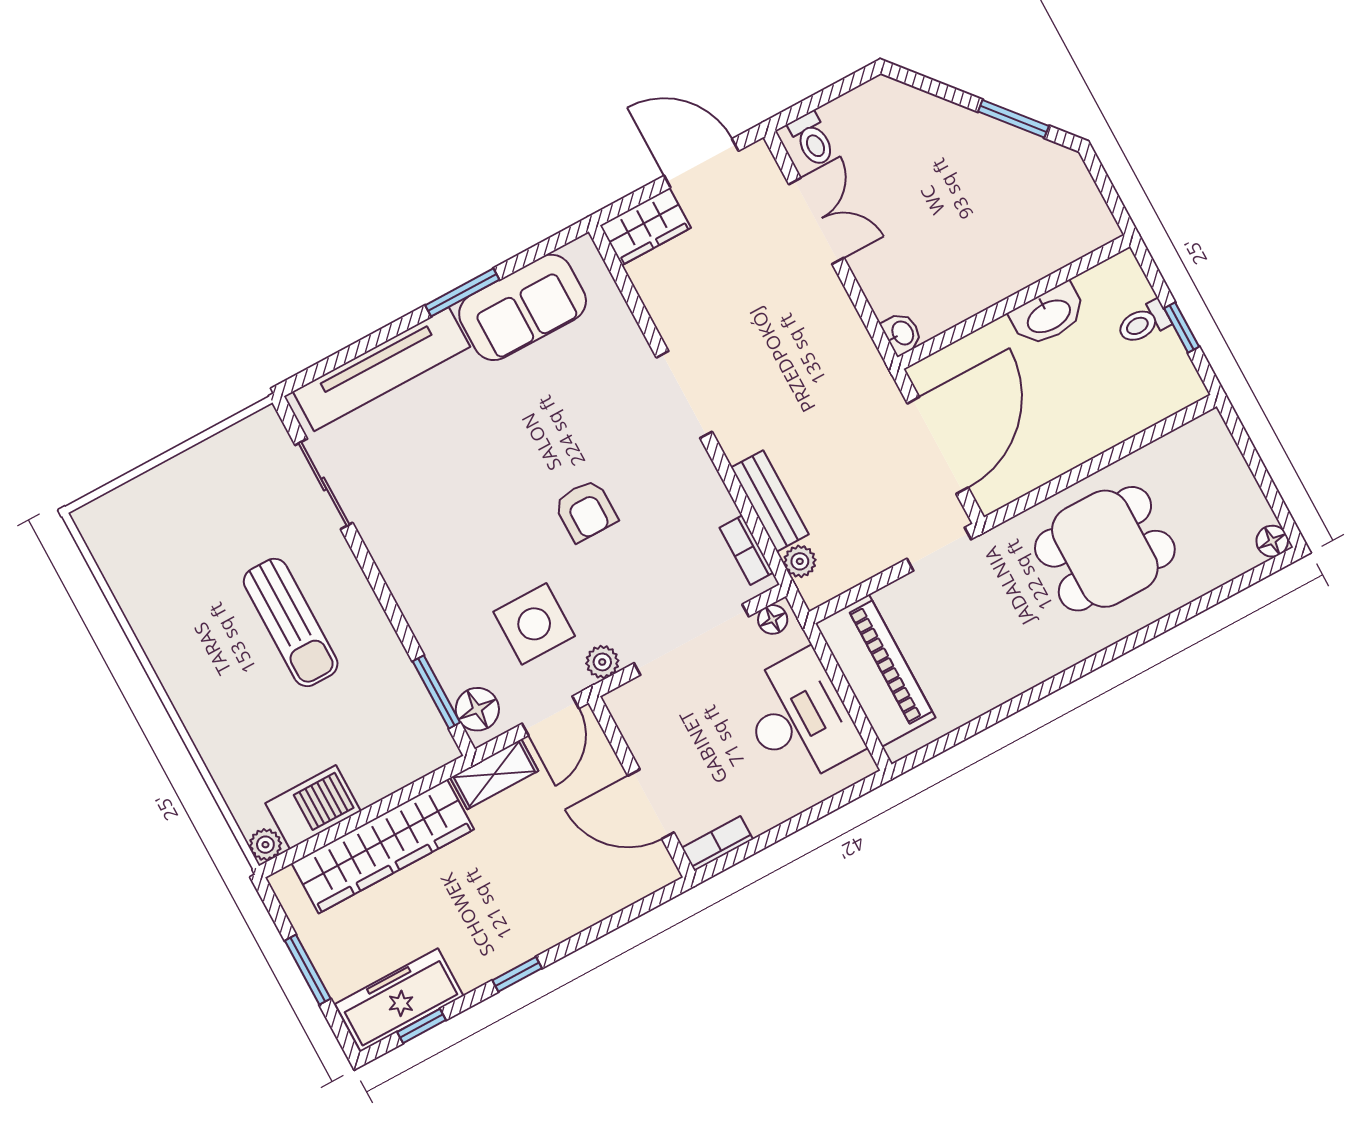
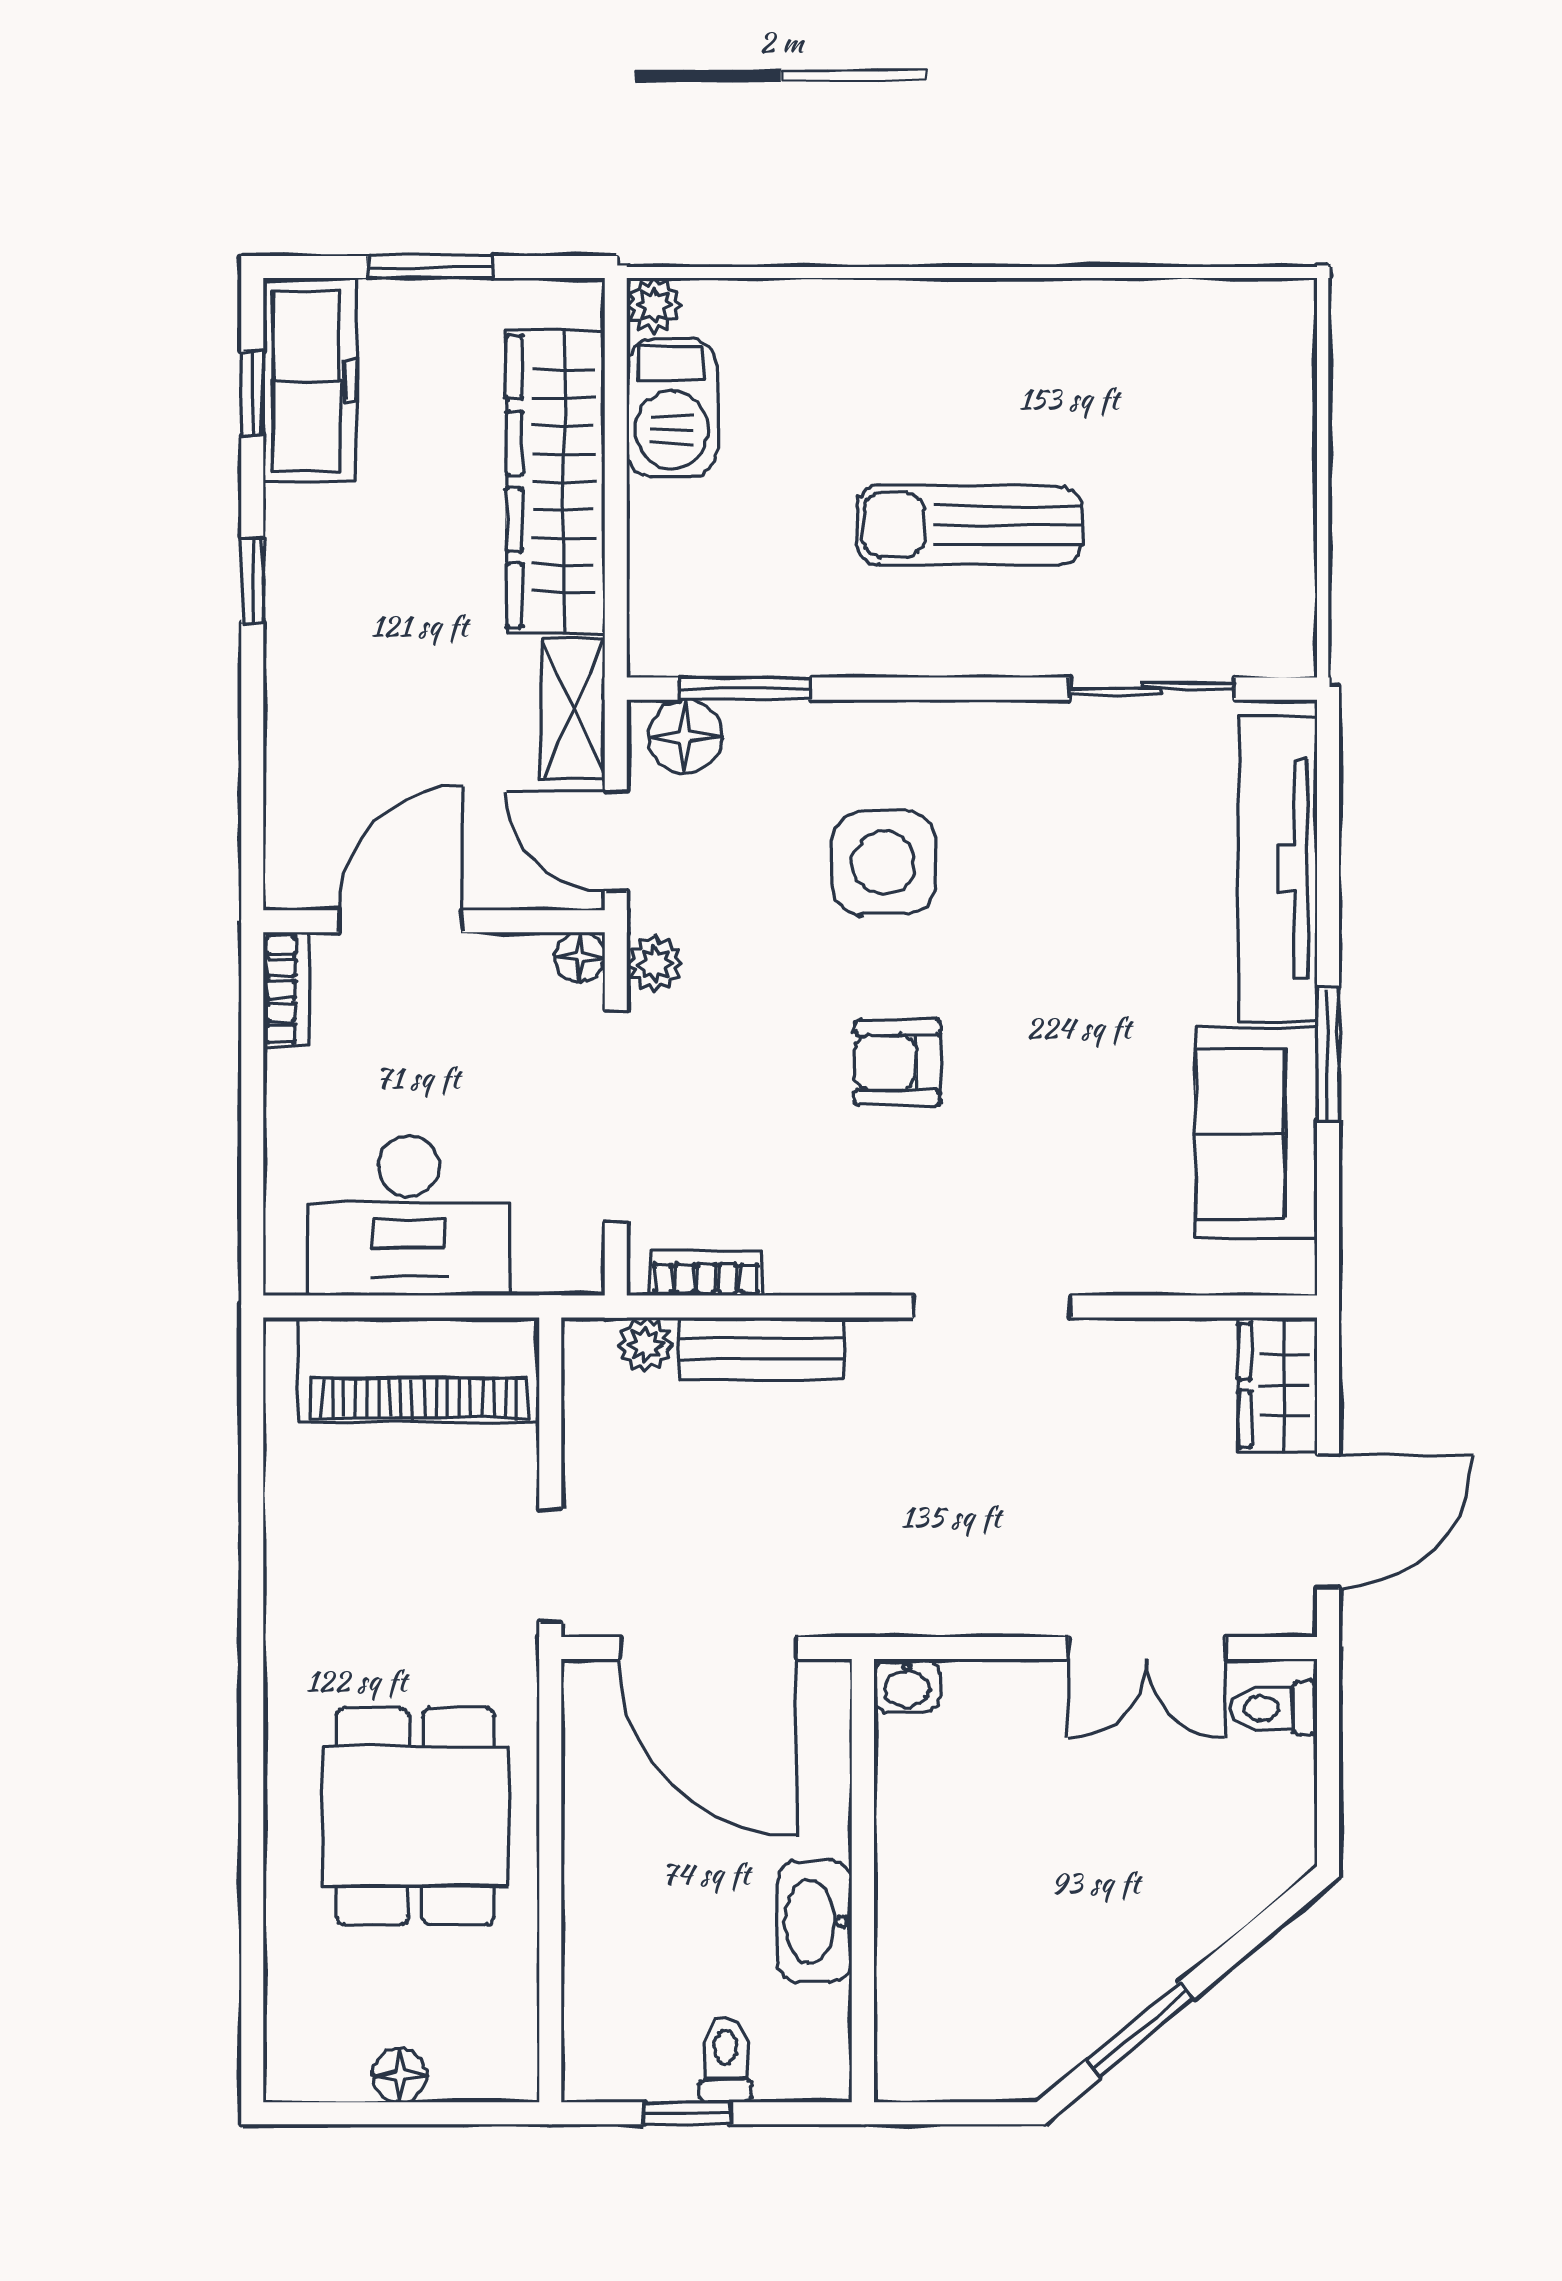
floor lamp: (1272, 541) -> (399, 2075), moved
floor lamp: (773, 619) -> (580, 957), moved
side table: (534, 624) -> (884, 863), moved

